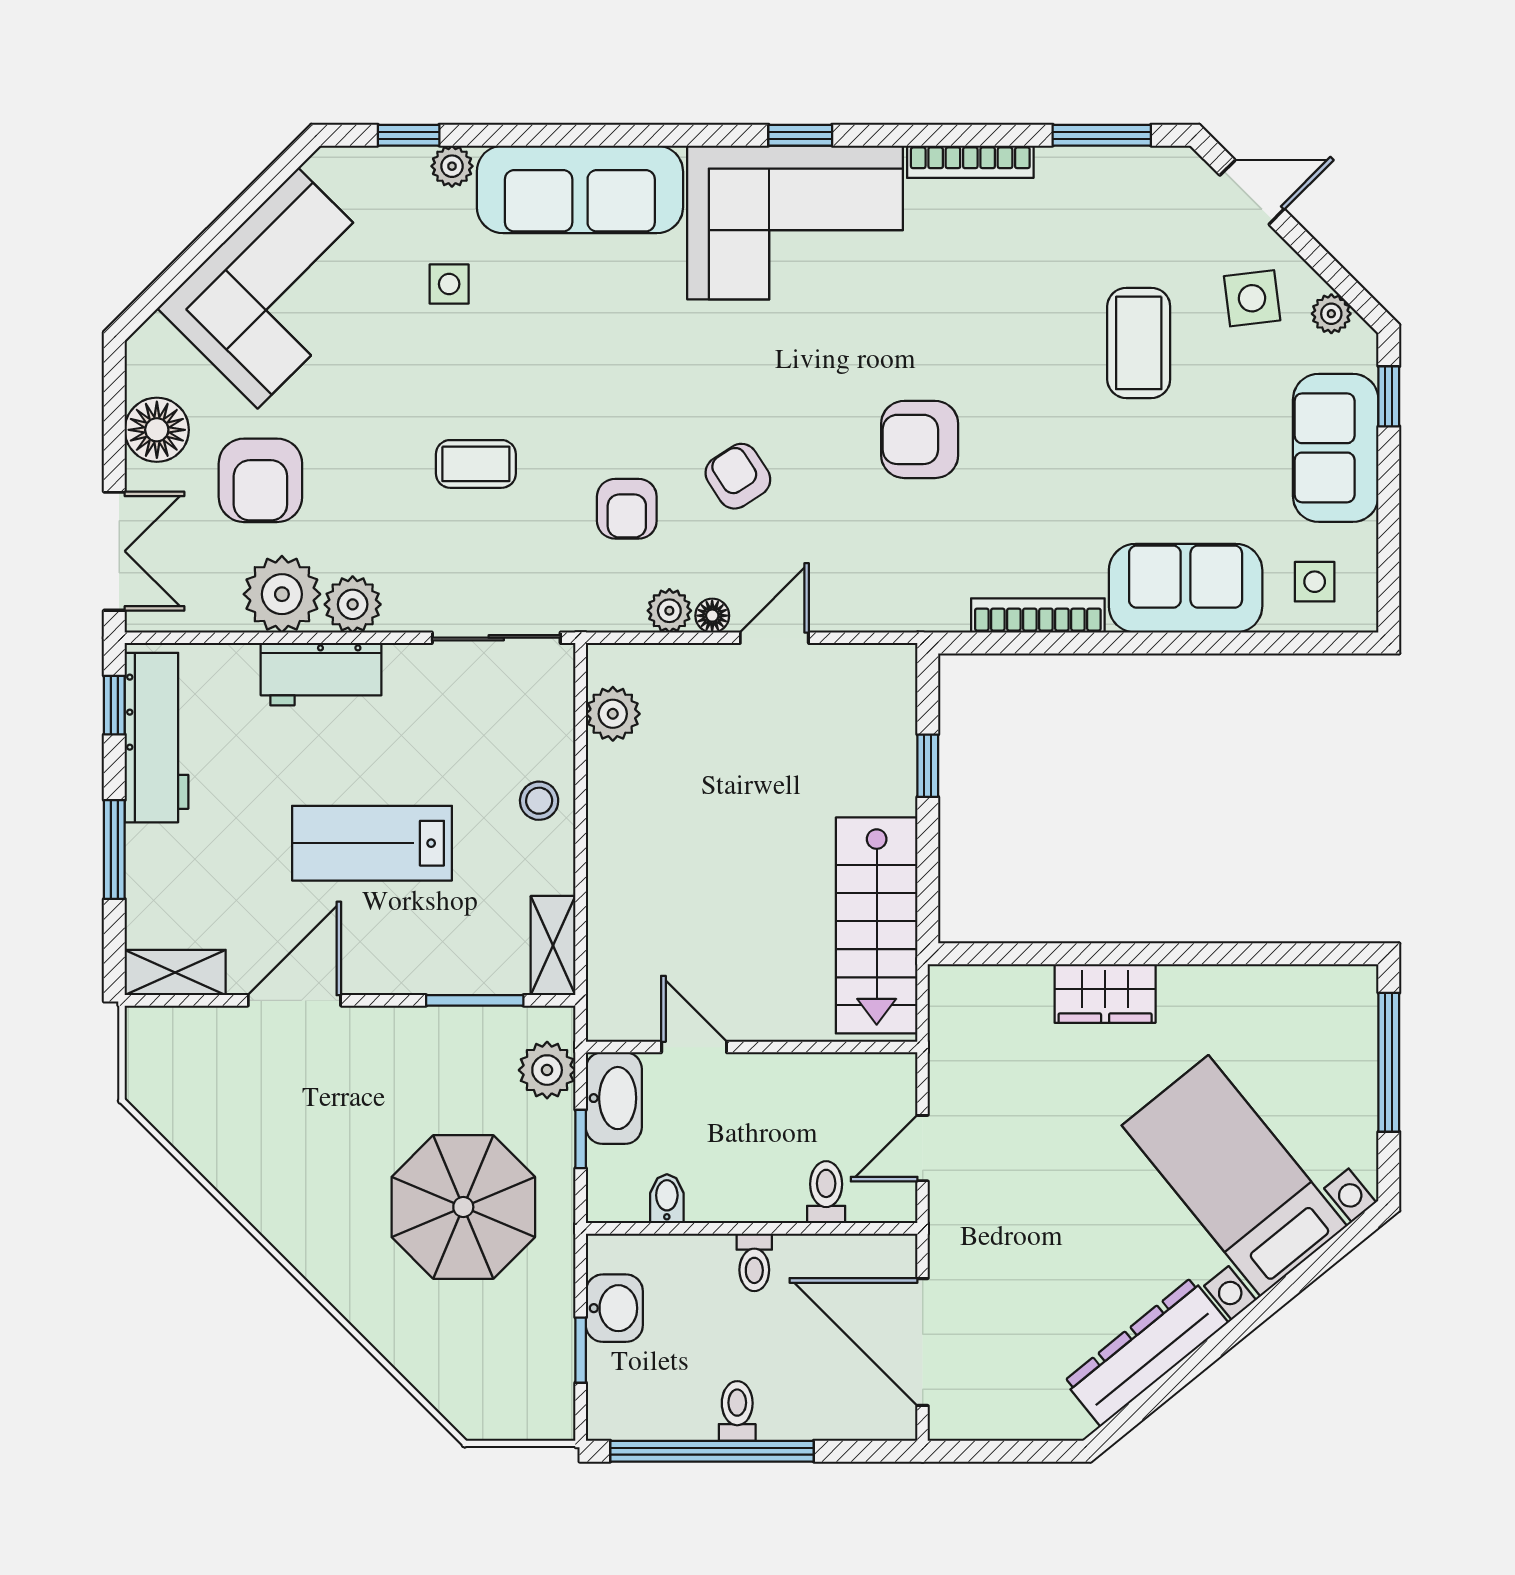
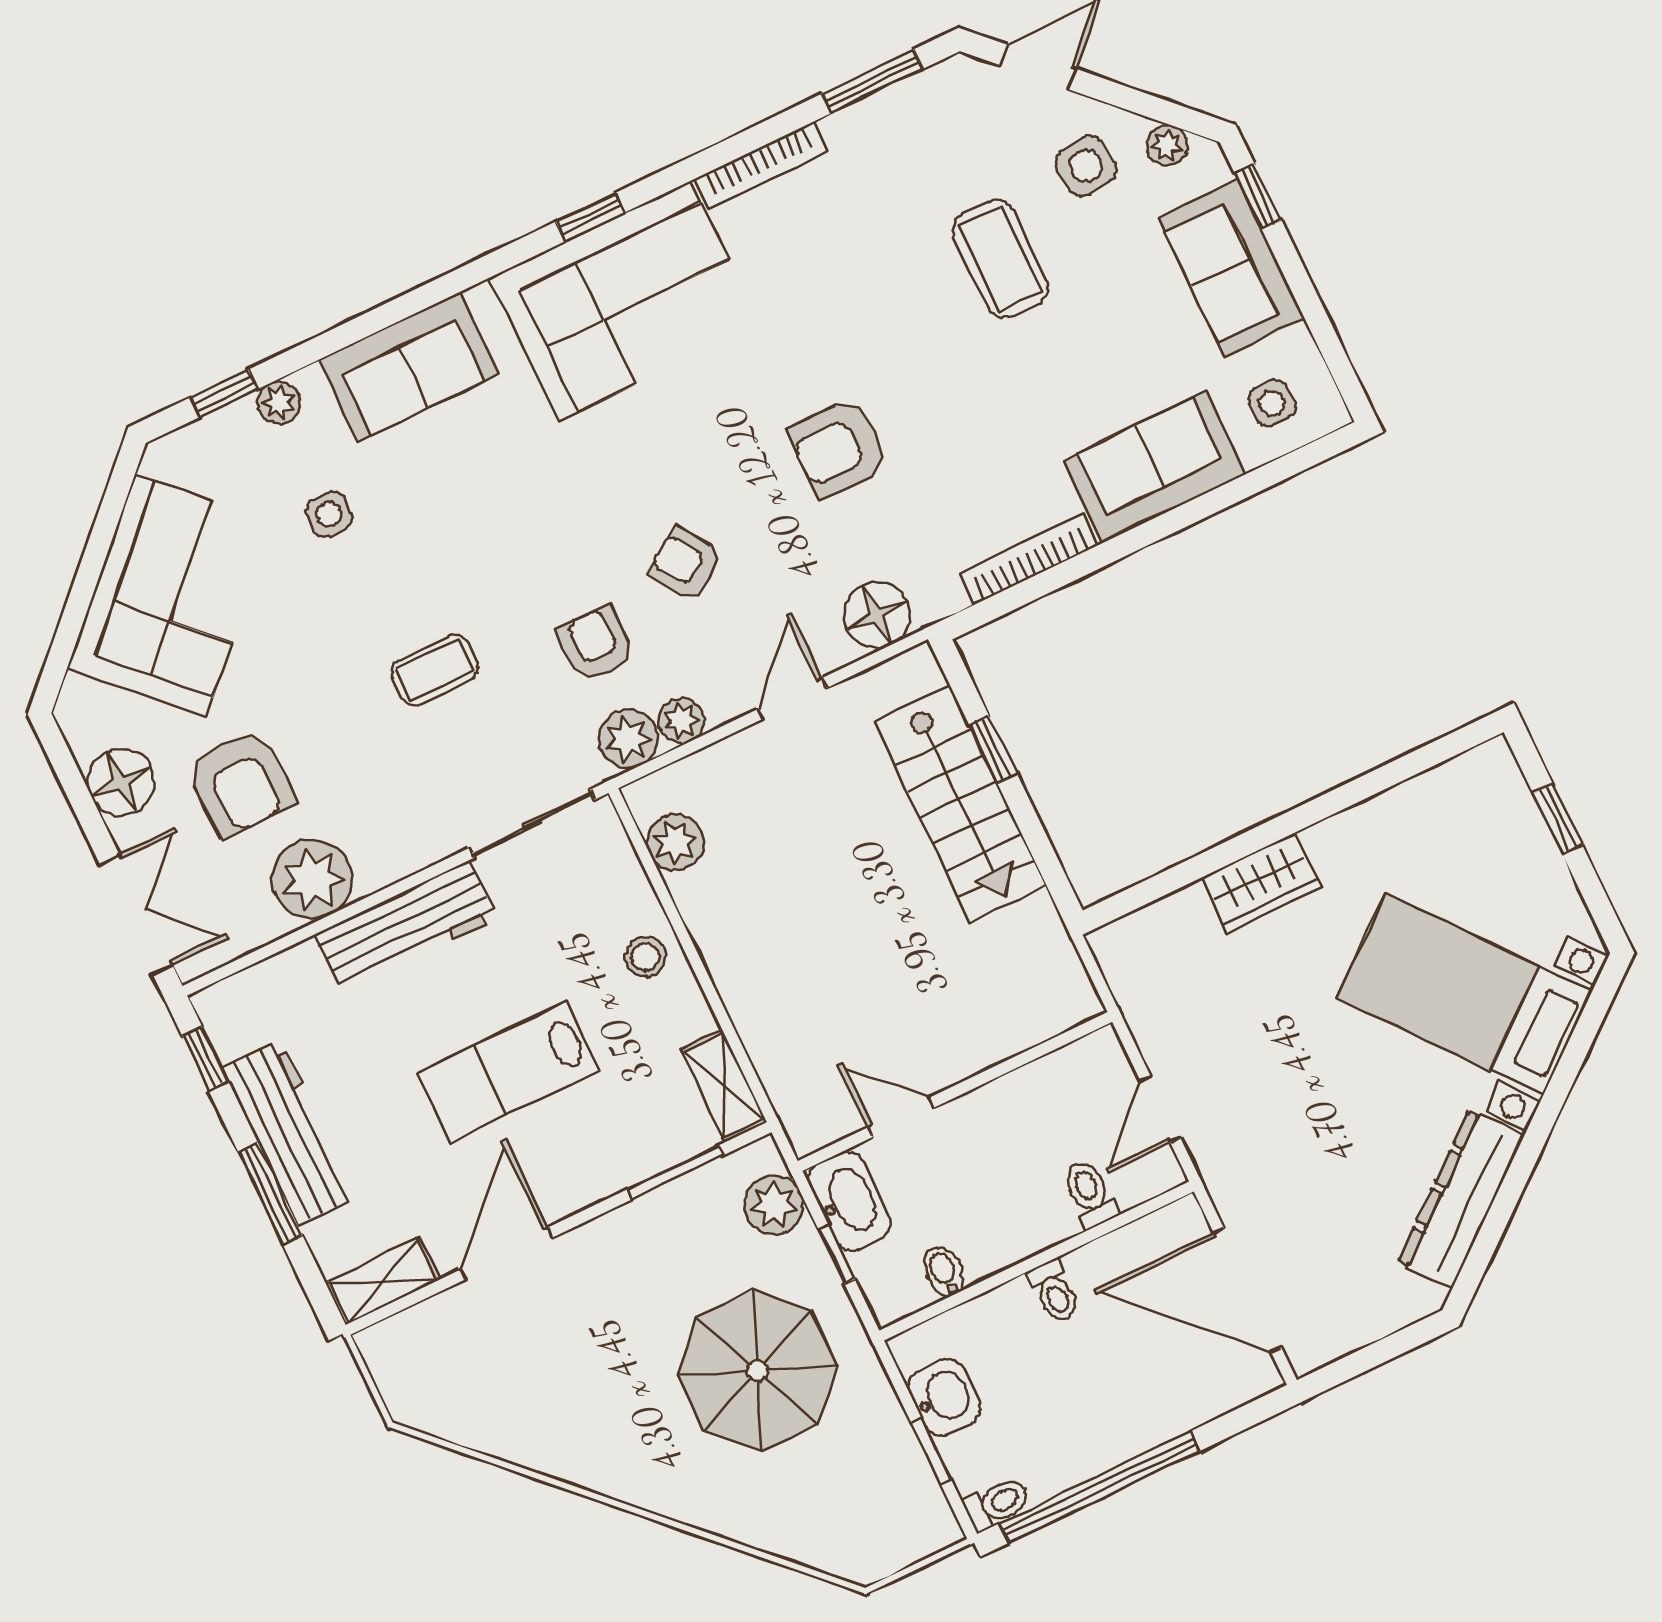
sofa: (580, 189) -> (409, 367), width x0.73
armchair: (627, 509) -> (596, 644), turned 180
plant: (353, 604) -> (628, 739), moved
floor lamp: (712, 616) -> (877, 615), moved, width x1.89, depth x1.89
workbench: (321, 674) -> (406, 926), width x1.38
workbench: (157, 738) -> (289, 1132), moved
stairs: (877, 925) -> (960, 804), moved
window: (1389, 1062) -> (1558, 819), width x0.46
toilet: (737, 1411) -> (997, 1504), moved, turned 90

